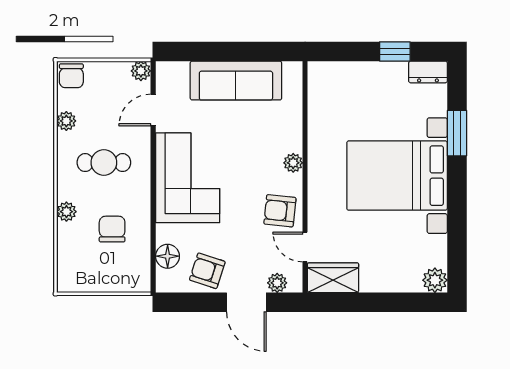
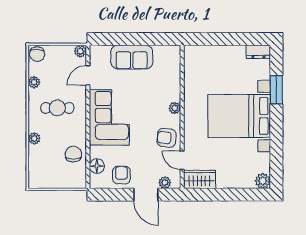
window: (395, 51) -> (238, 39), removed
sofa: (236, 81) -> (132, 57), width x0.73
chair: (112, 229) -> (73, 154), moved
armchair: (207, 271) -> (121, 175), turned 72

